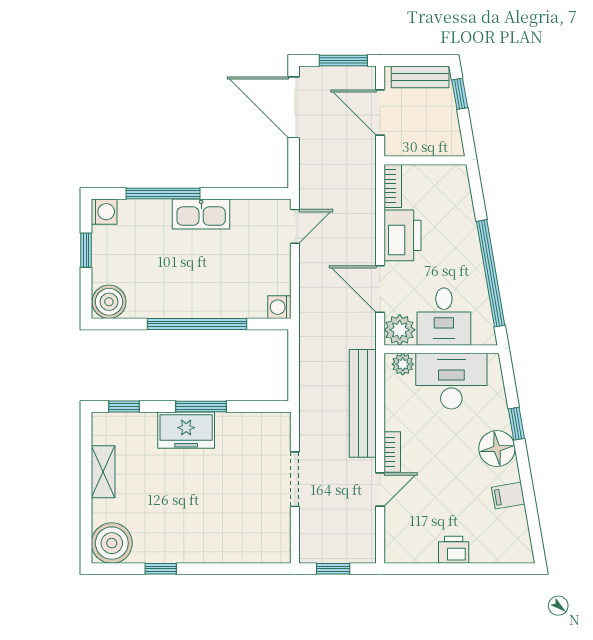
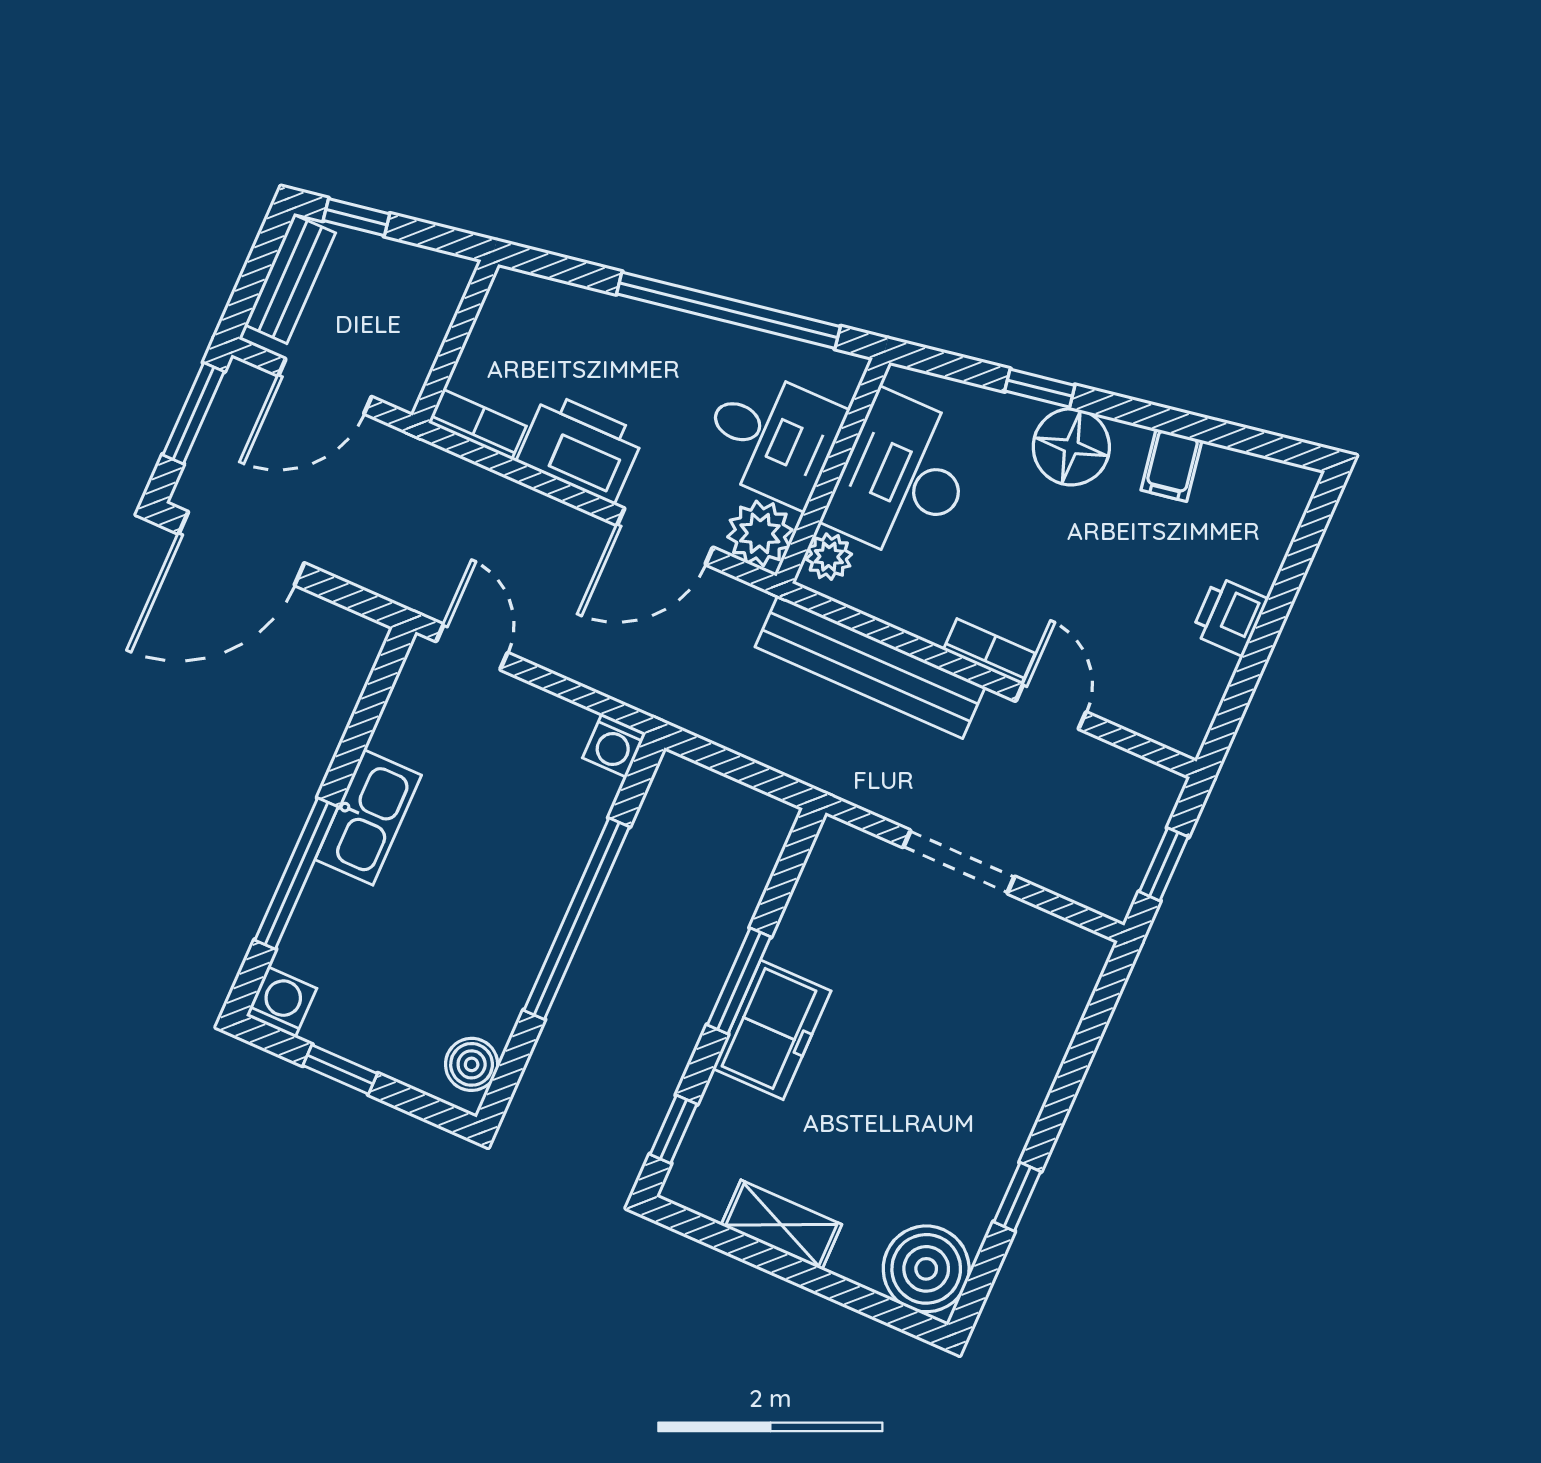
boiler: (109, 302) -> (472, 1064), width x0.73, depth x0.73

